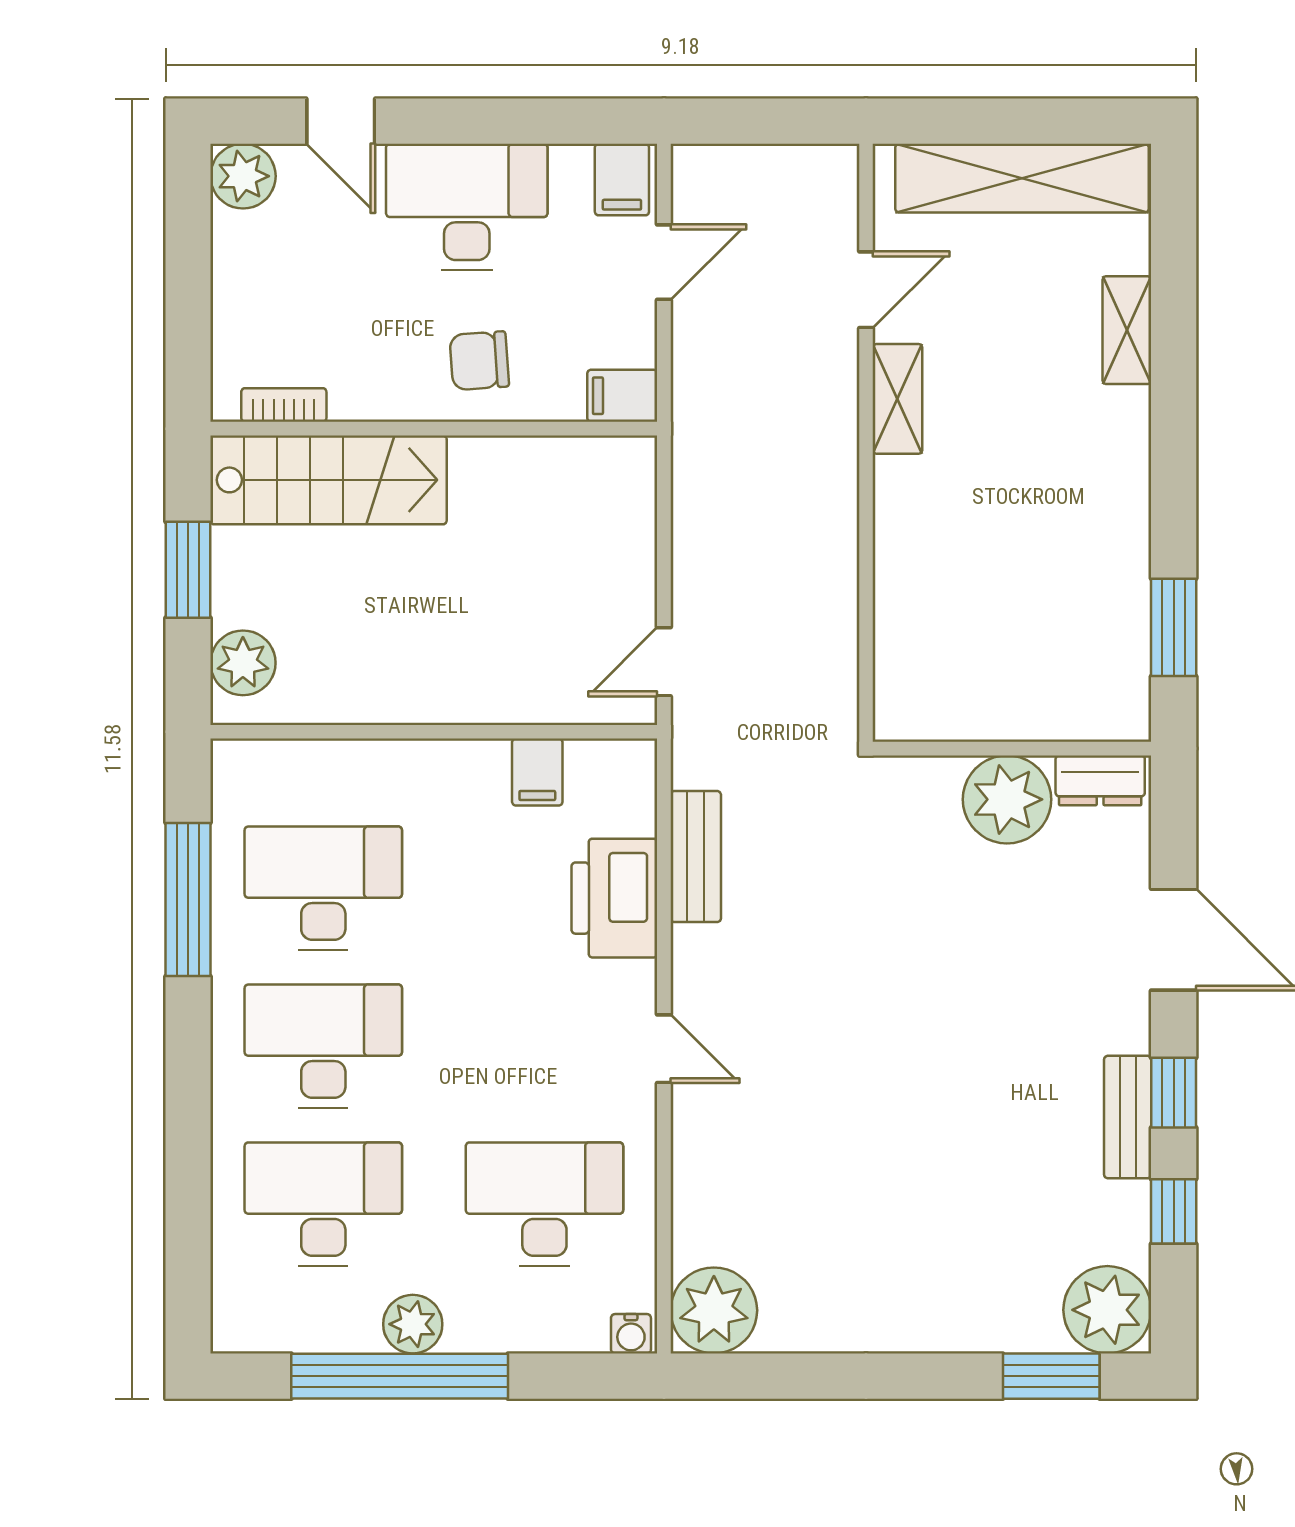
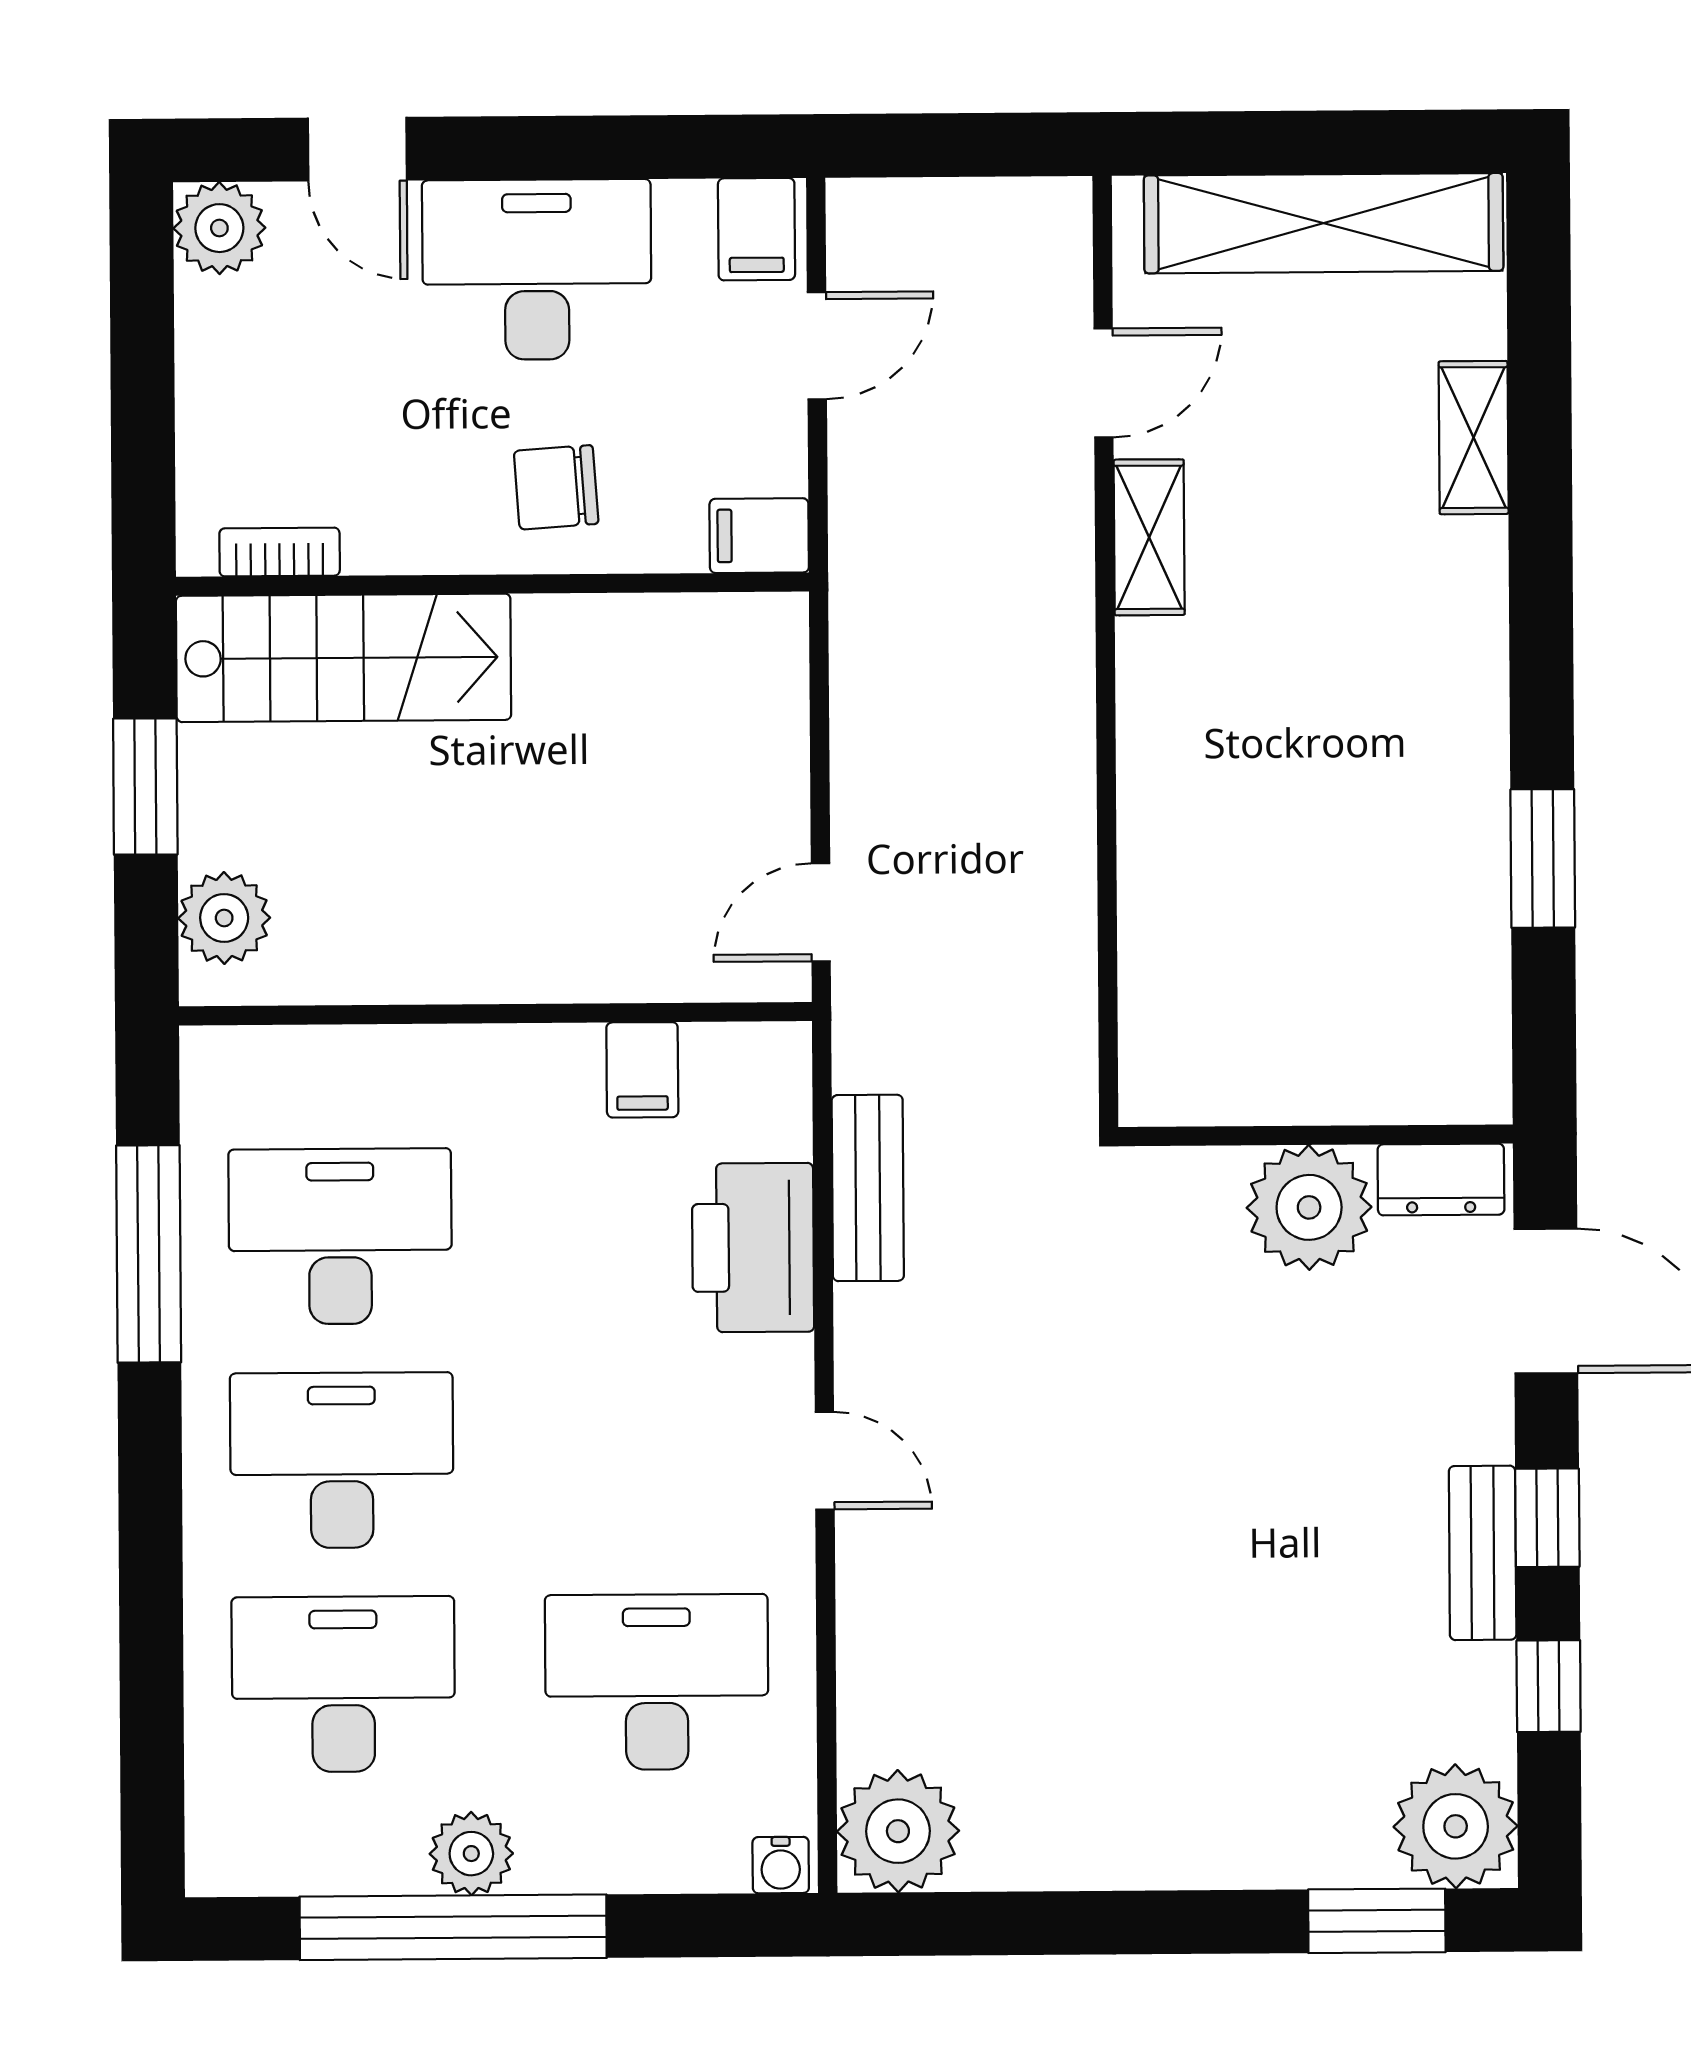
wall: (1012, 749) -> (1316, 1135), moved
dresser: (1100, 780) -> (1441, 1179), moved
plant: (1007, 799) -> (1309, 1207), moved

